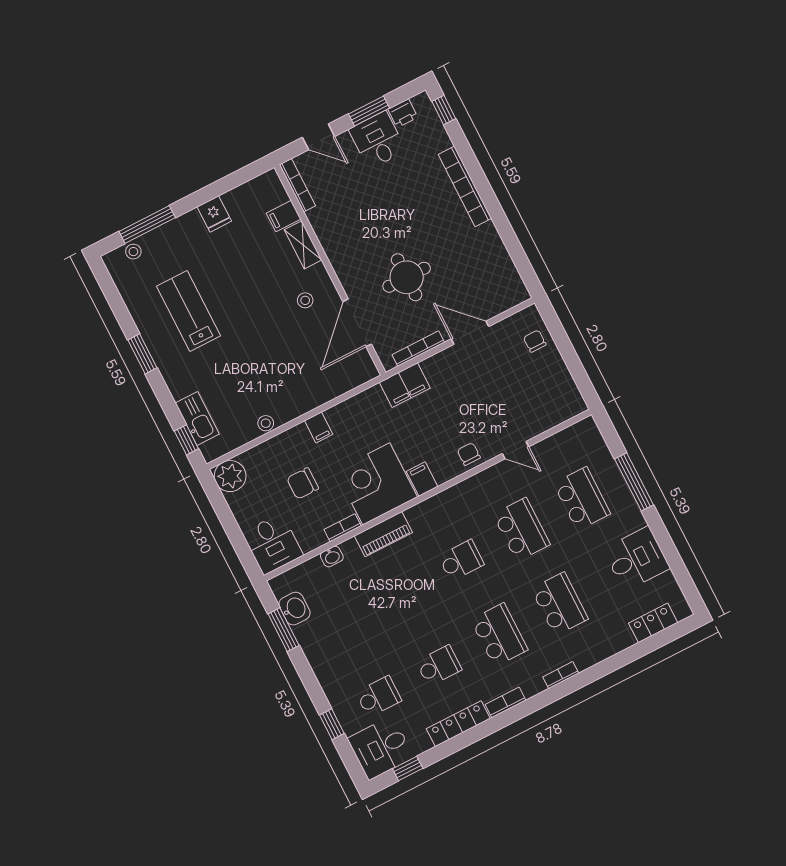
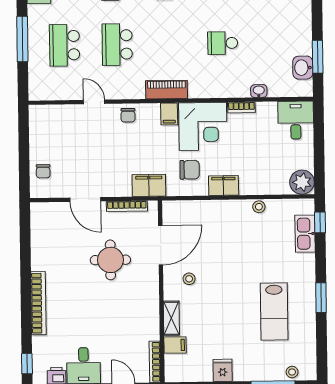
filing cabinet: (319, 427) -> (224, 186), width x2.00
chair: (303, 483) -> (190, 170), moved
piano: (383, 534) -> (166, 90), moved
school desk: (461, 560) -> (223, 43), moved

